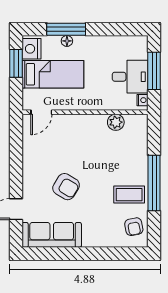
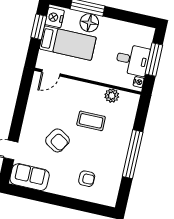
floor lamp: (67, 41) -> (89, 23), width x1.89, depth x1.89
coffee table: (129, 195) -> (91, 121), moved
armchair: (134, 227) -> (87, 179), moved, turned -79
sofa: (52, 235) -> (30, 177), width x0.73

